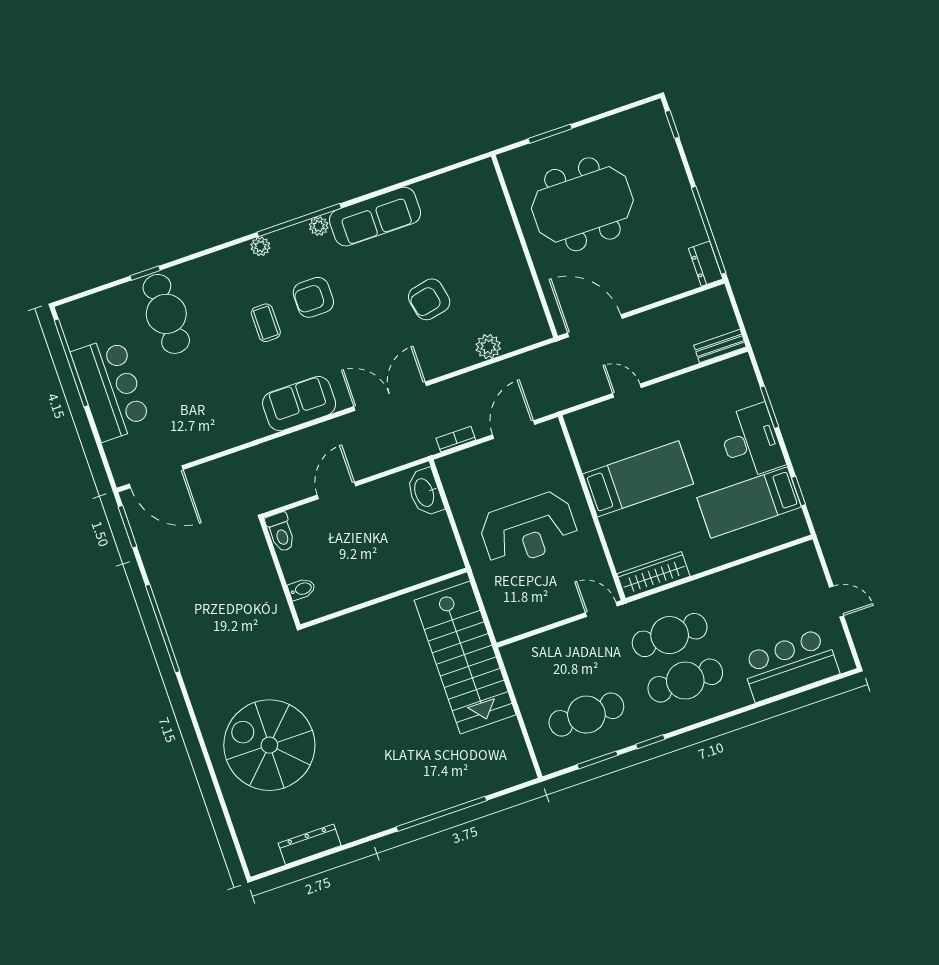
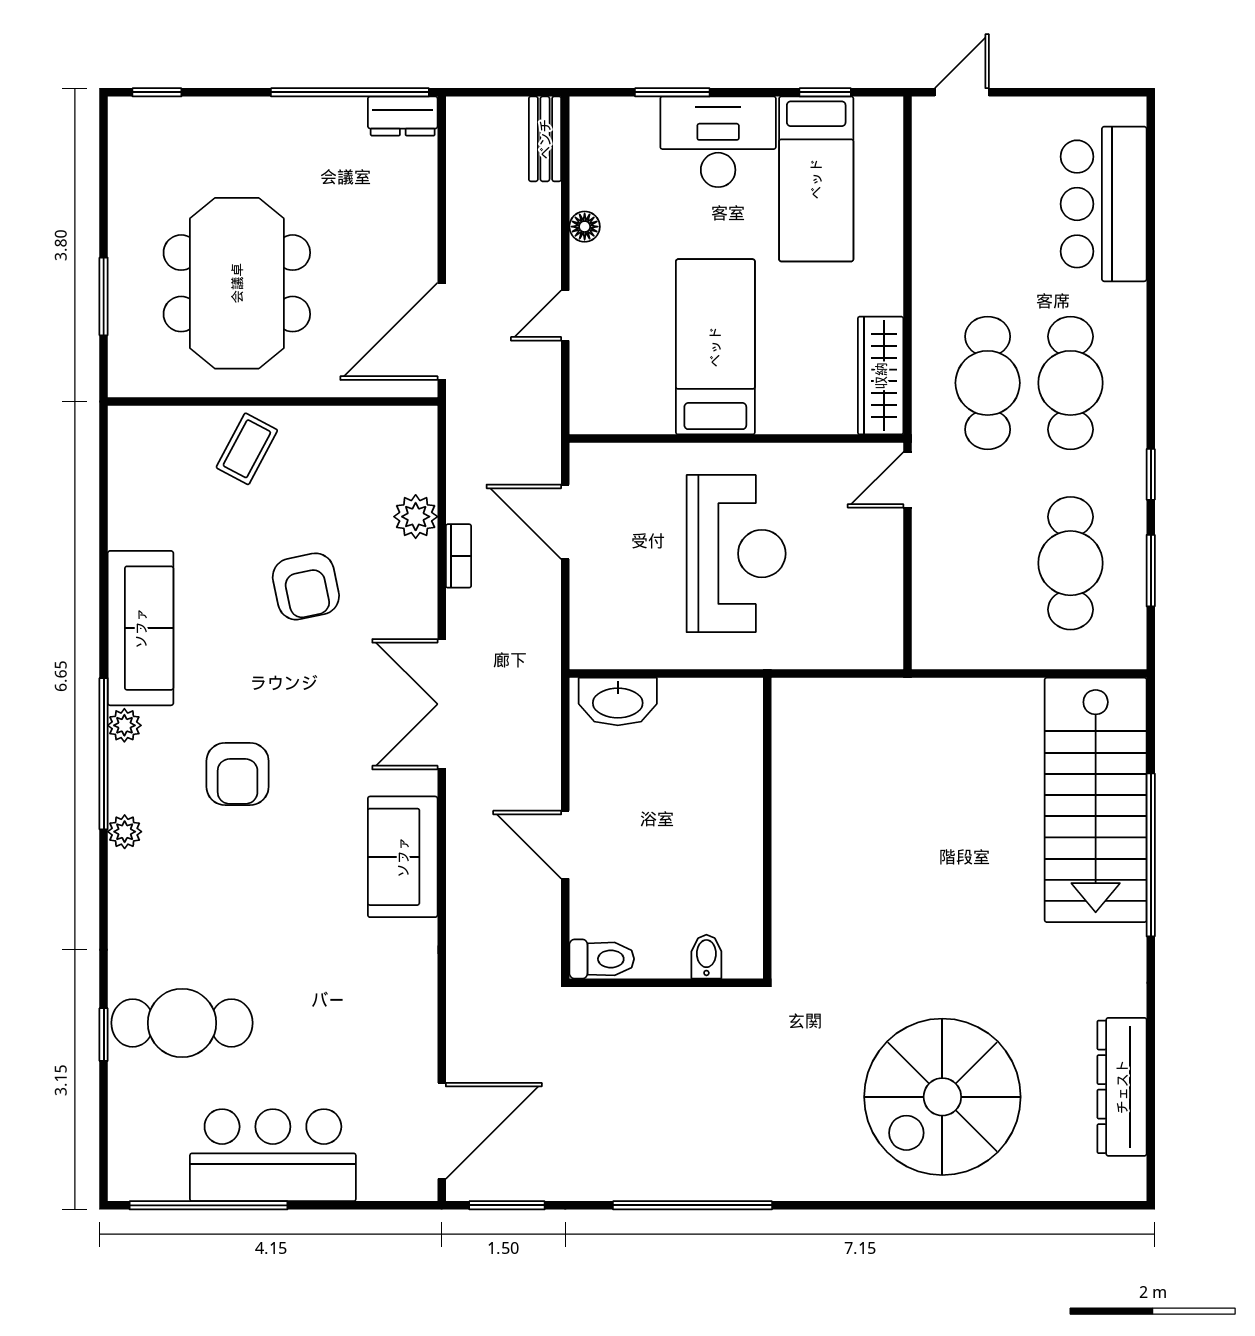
coffee table: (266, 323) -> (247, 449), moved, turned -62
floor lamp: (679, 384) -> (585, 227), added
bookcase: (456, 439) -> (458, 556), moved, turned 180
door: (836, 601) -> (962, 92), moved
stairs: (465, 658) -> (1096, 800), moved, turned 90
dresser: (310, 844) -> (1122, 1087), width x1.37, depth x1.24

